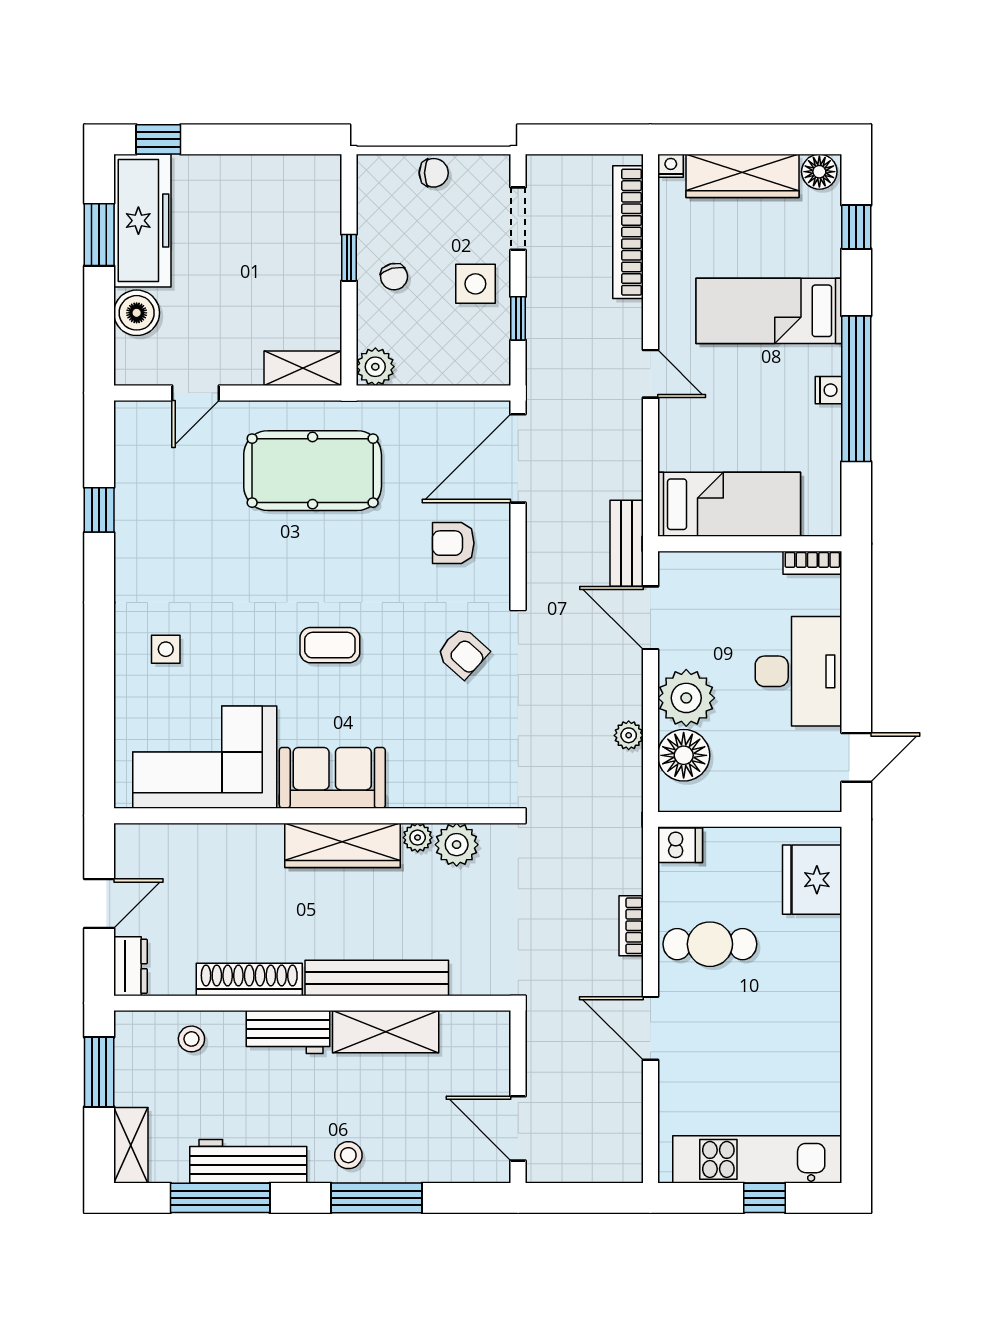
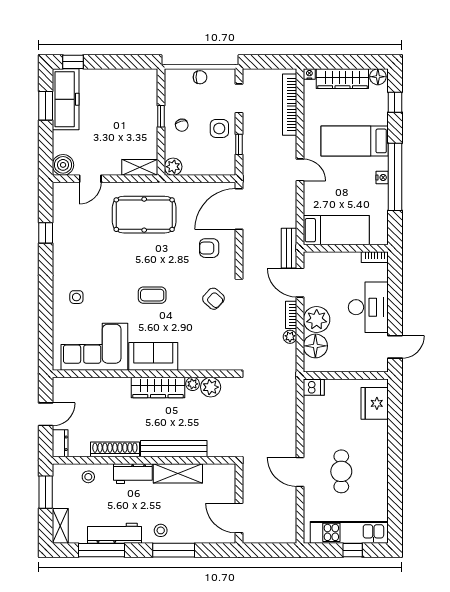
boiler: (137, 313) -> (63, 165), moved
bookcase: (631, 926) -> (291, 315), moved
cafe table: (710, 944) -> (341, 471), moved, turned 90

